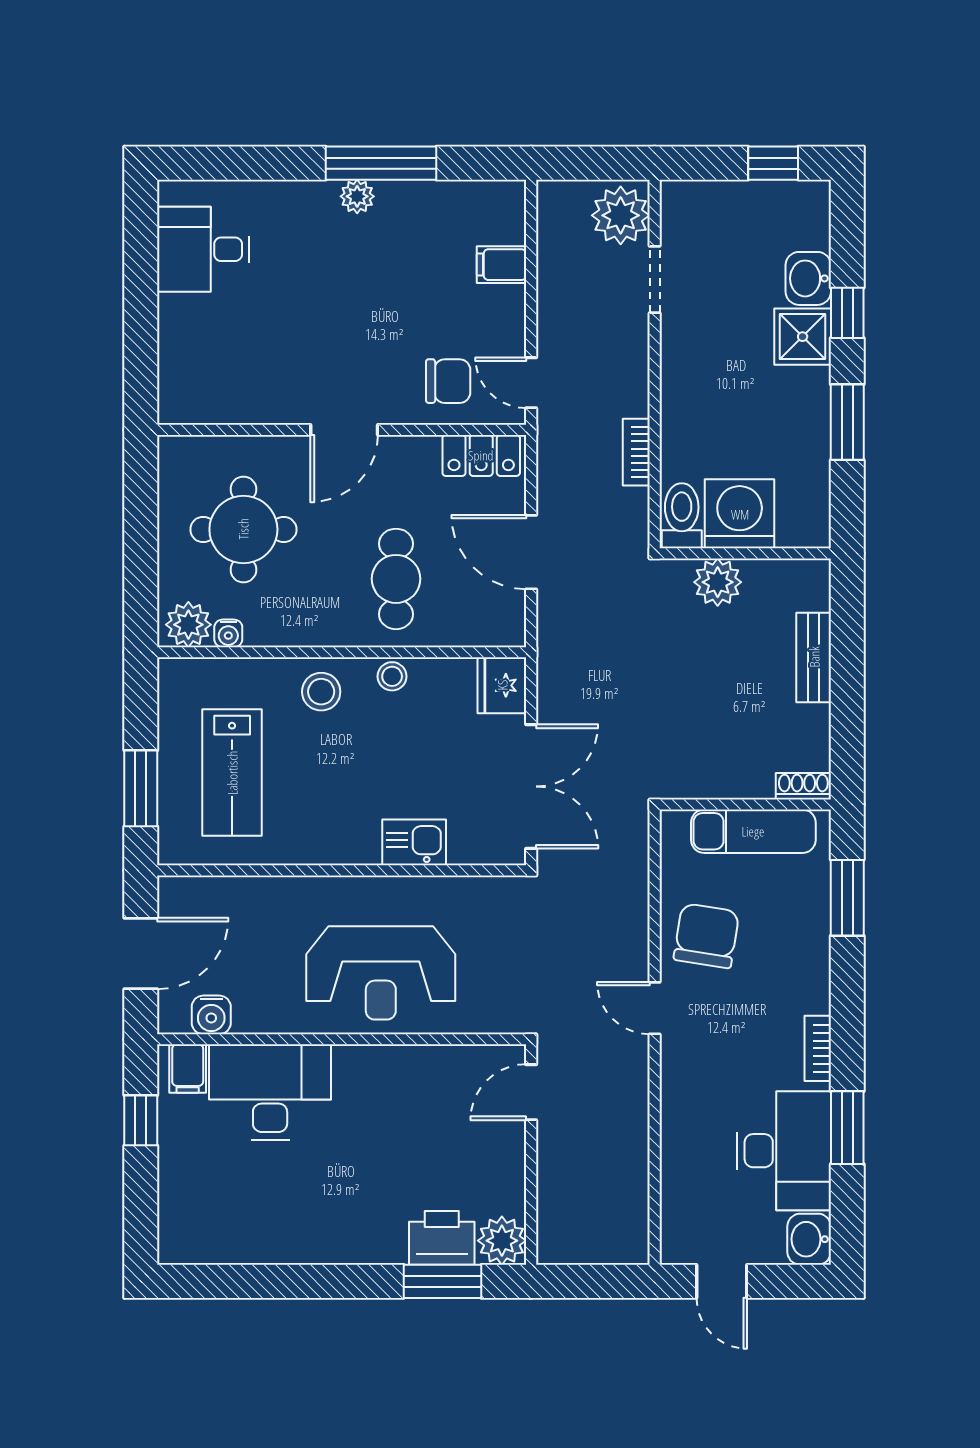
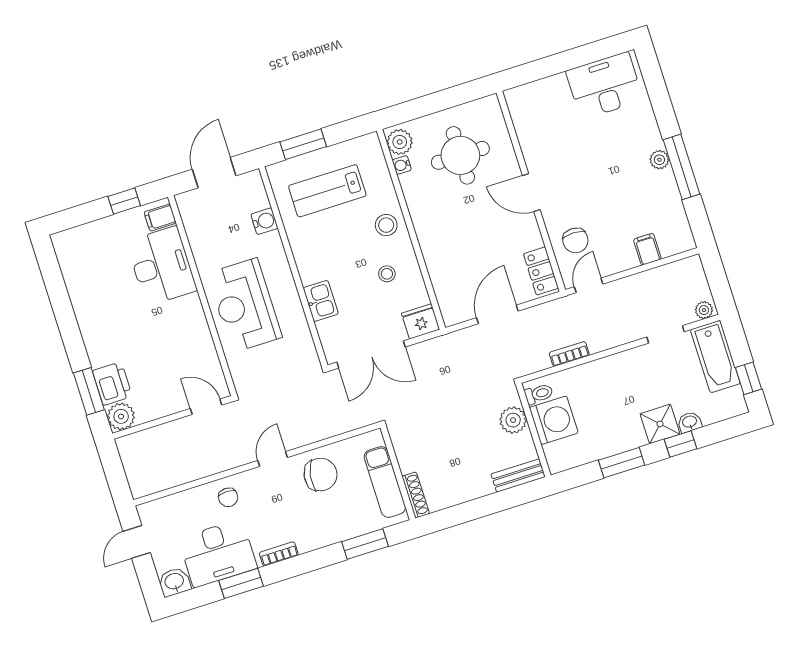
bathtub: (719, 207) -> (715, 357), added
plant: (621, 215) -> (704, 310), width x0.53, depth x0.53
desk: (203, 249) -> (605, 86), width x1.37
washbasin: (808, 278) -> (690, 422), width x0.72, depth x0.69
toilet: (682, 516) -> (539, 394), width x0.73, depth x0.72
cafe table: (396, 579) -> (460, 246), removed
bench: (814, 657) -> (518, 476), moved
stool: (392, 676) -> (387, 274), moved
shoe rack: (803, 786) -> (416, 495), width x1.43
door: (141, 953) -> (214, 173), swing flipped
water cooler: (211, 1015) -> (264, 221), moved, turned 180
chair: (695, 1103) -> (228, 497), added

